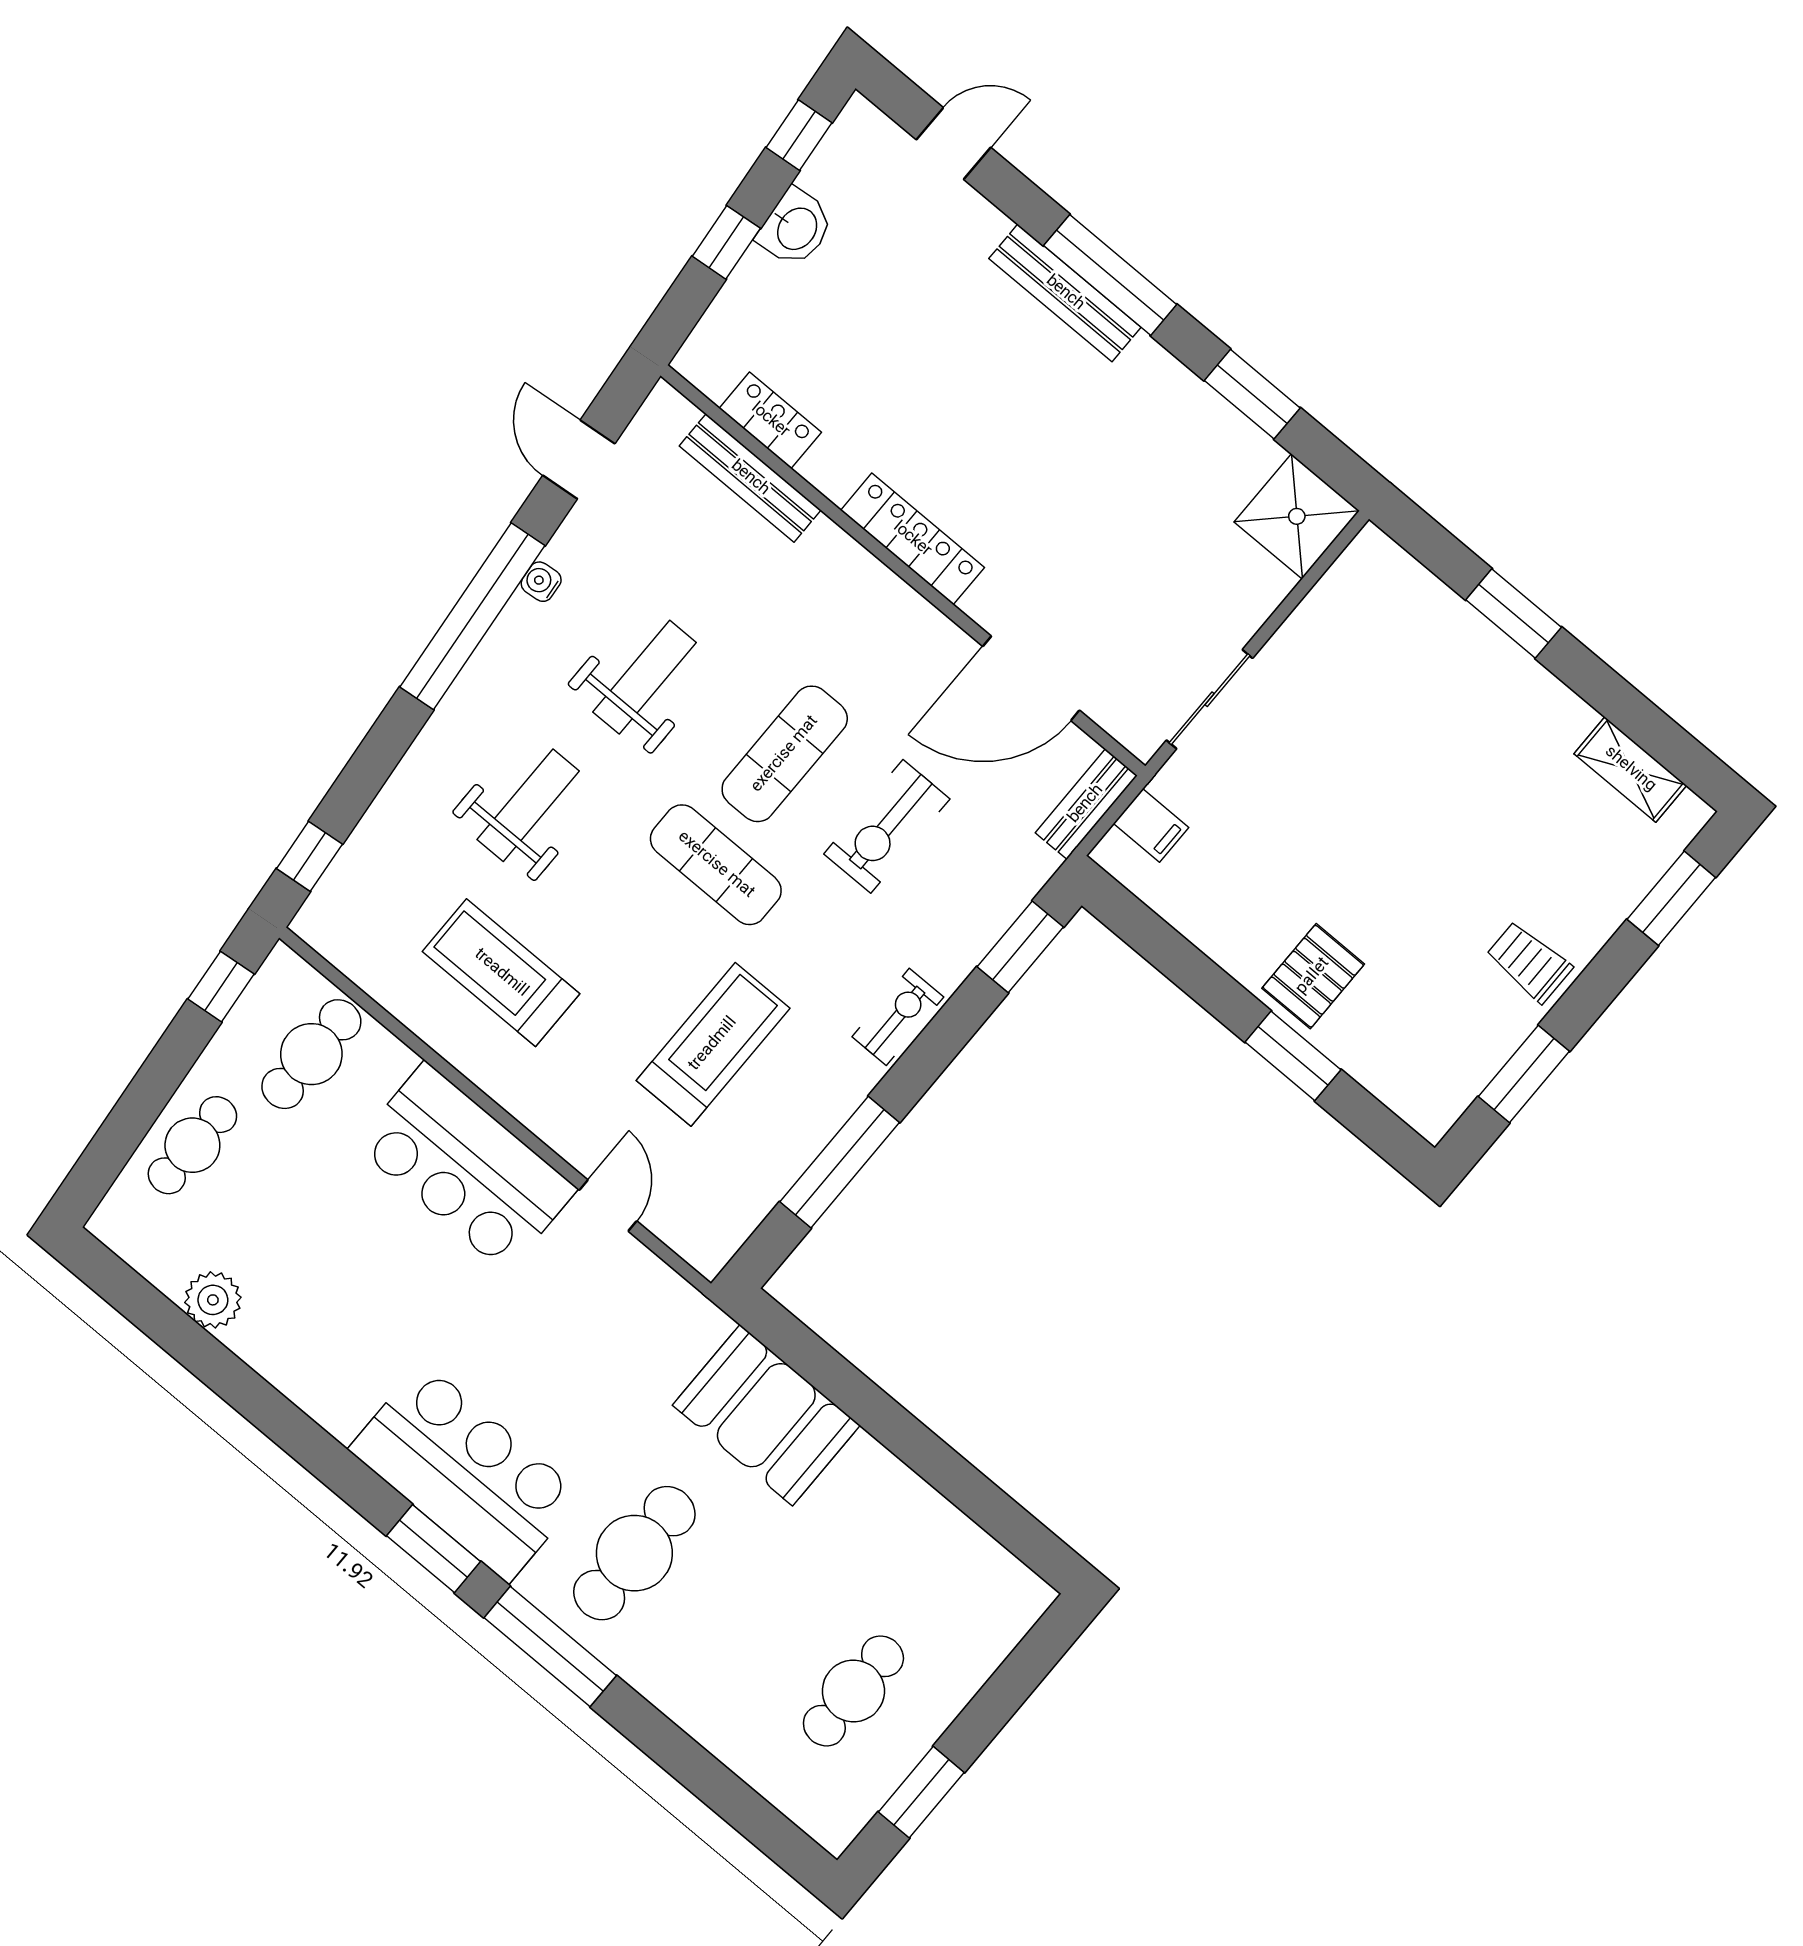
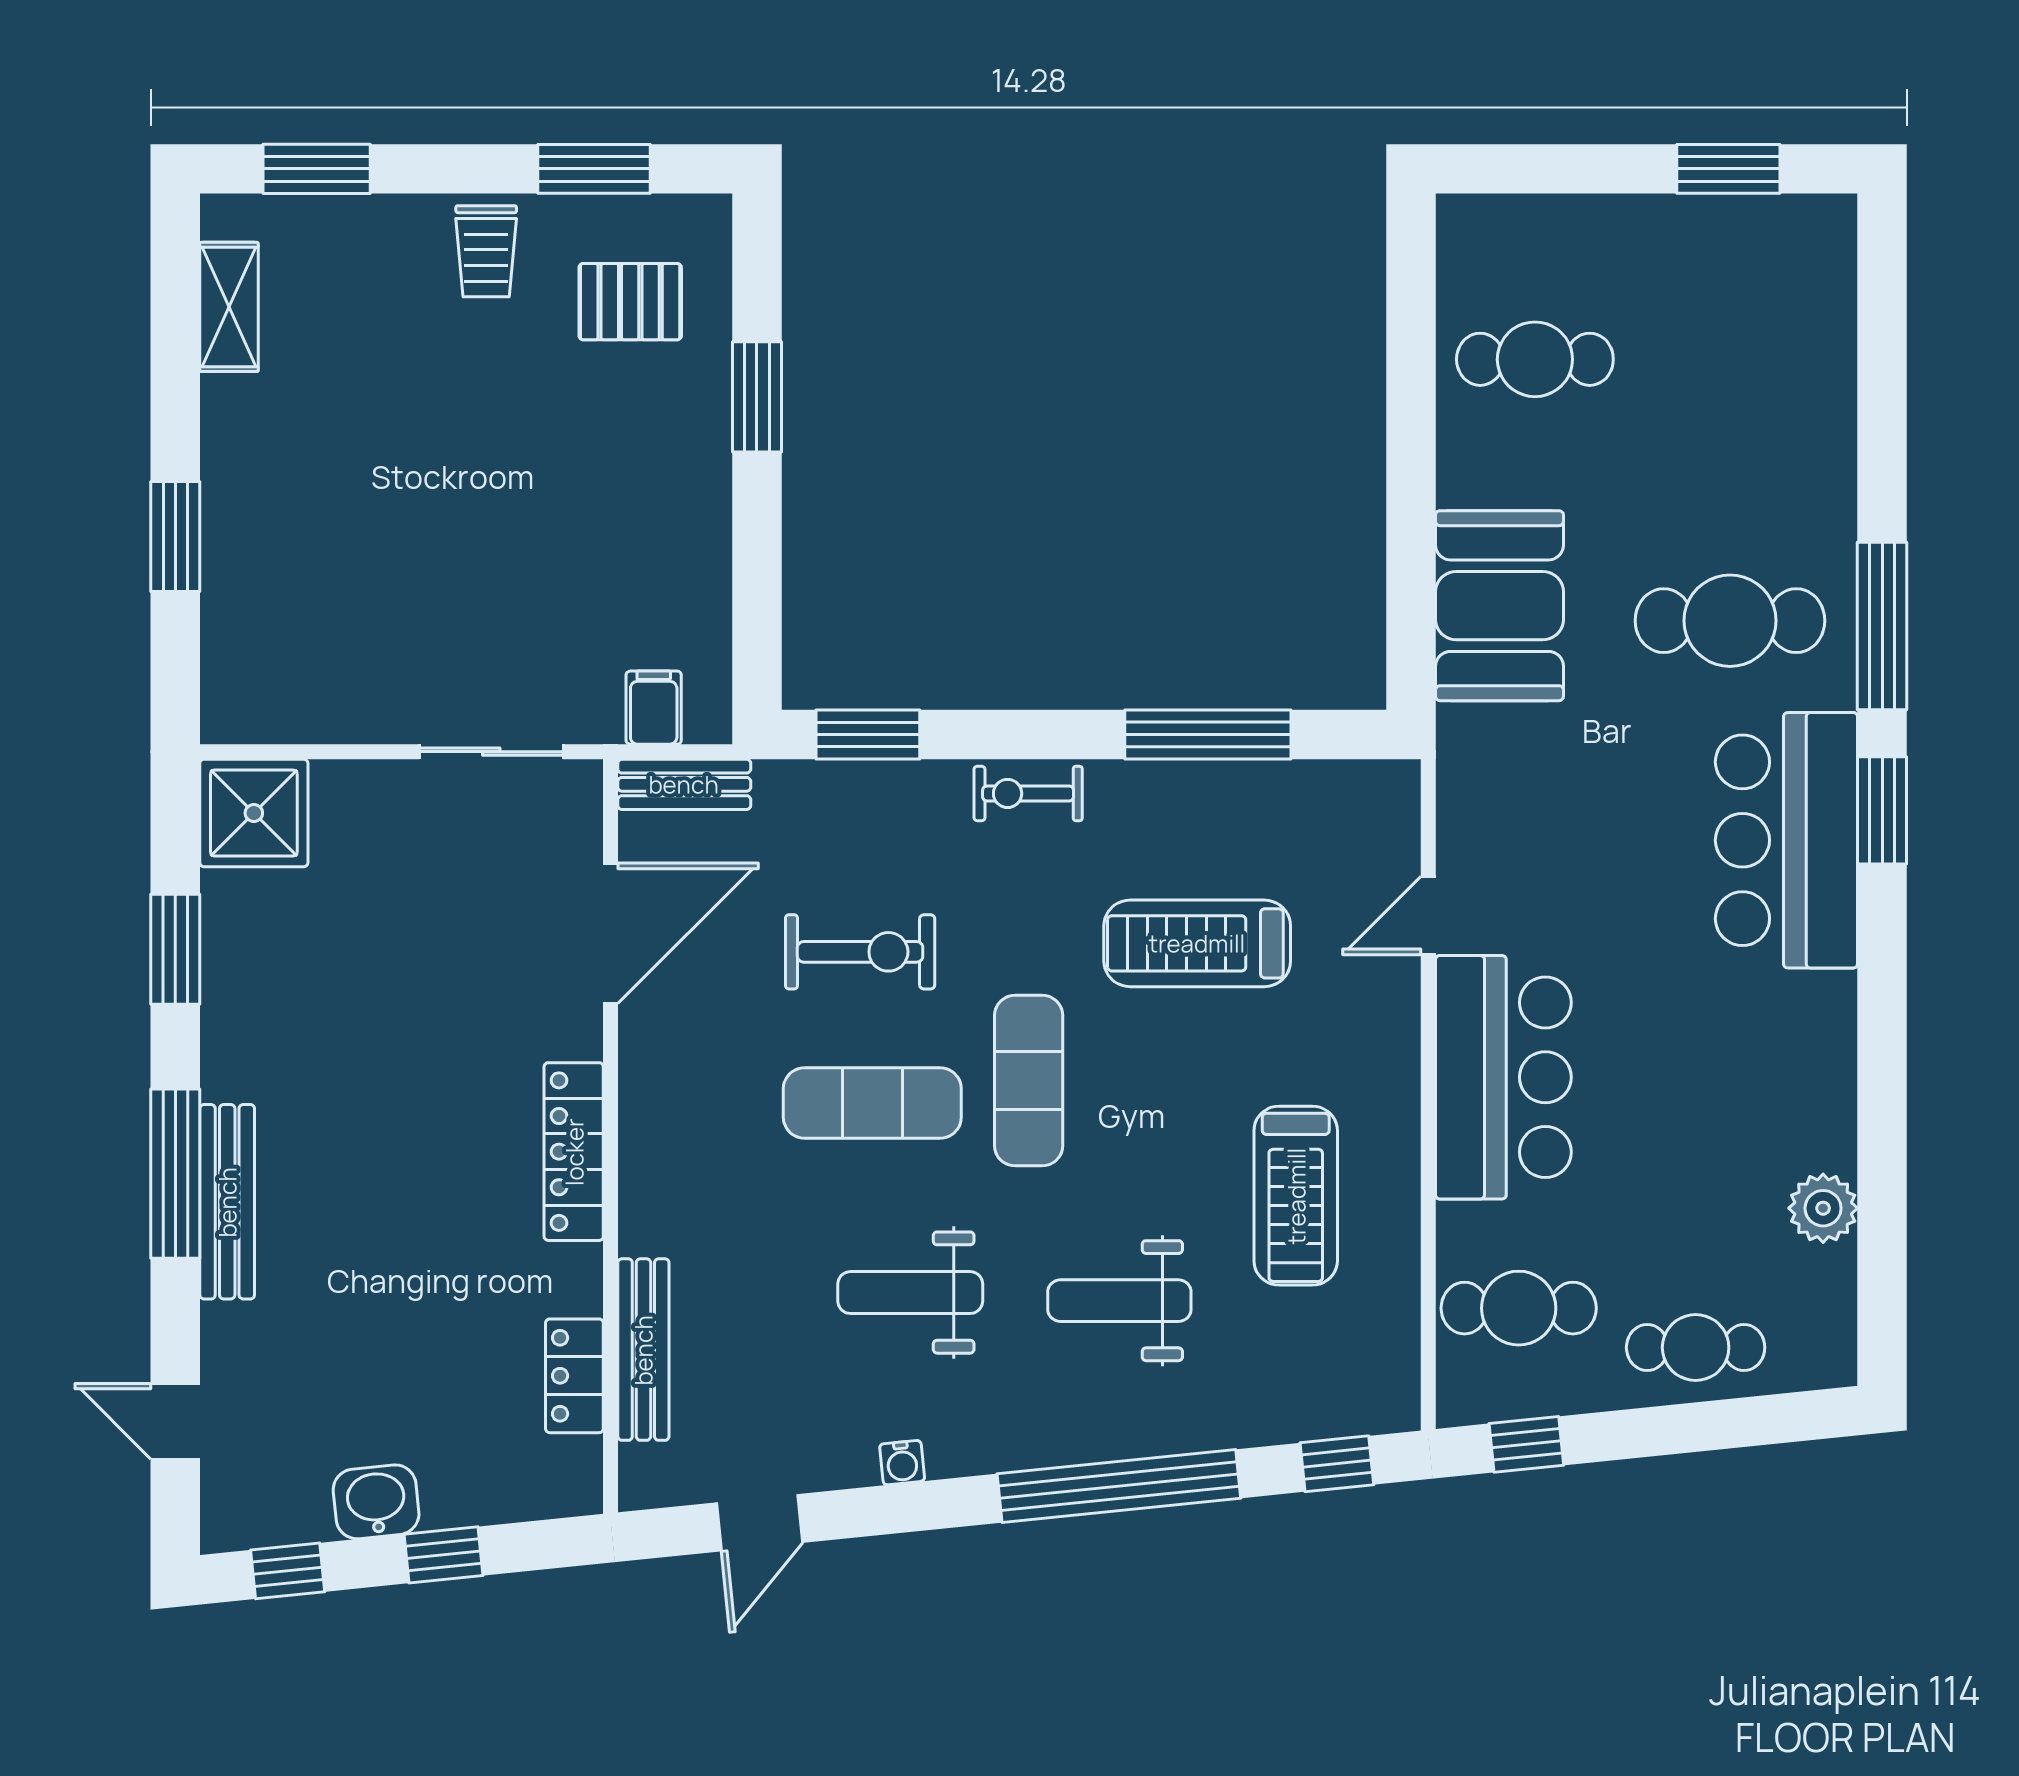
window: (472, 616) -> (1119, 1486), moved
door: (1031, 678) -> (611, 933), hinge flipped
pallet: (1313, 976) -> (630, 302), moved
cafe table: (853, 1691) -> (1535, 359), moved

